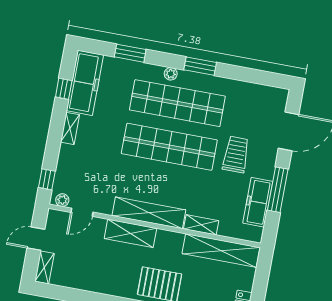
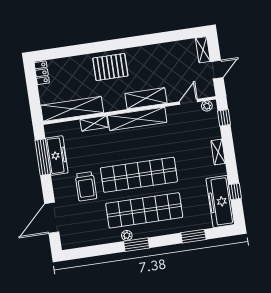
plant: (171, 74) -> (127, 235), moved
shelving: (70, 128) -> (218, 152), moved
window: (278, 190) -> (43, 157), moved

